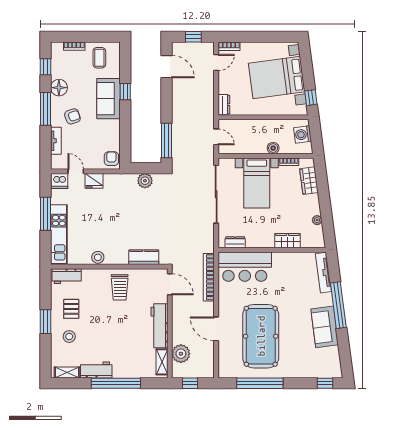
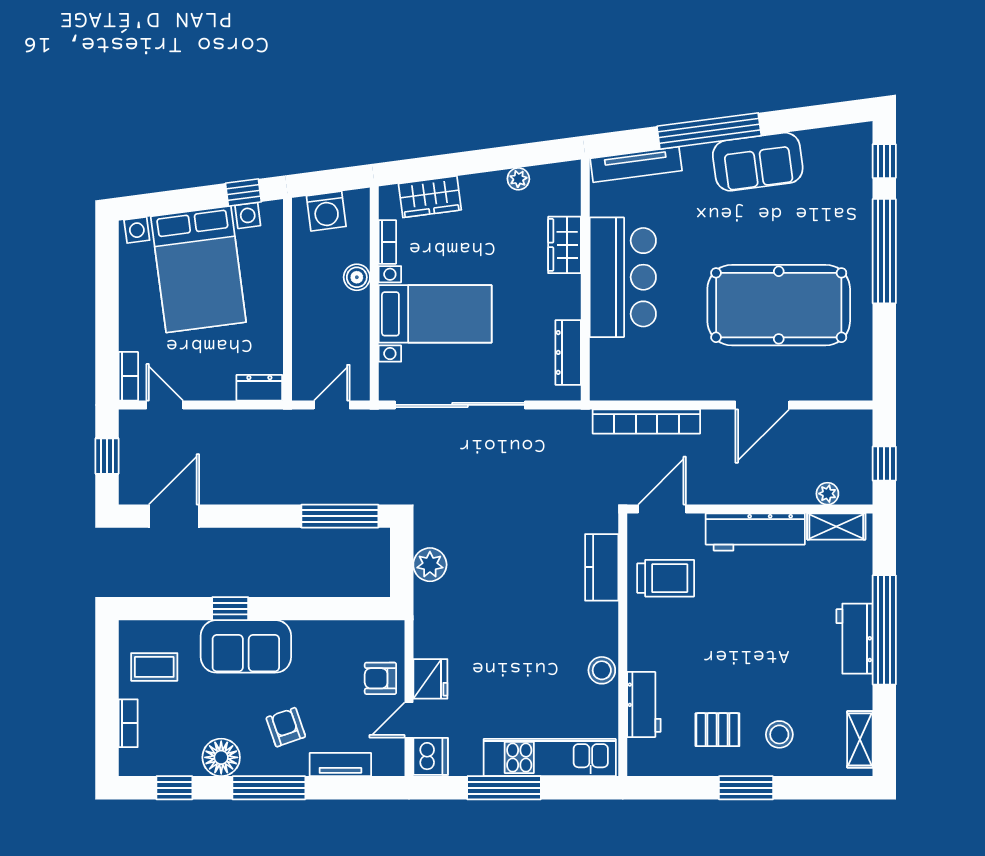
armchair: (111, 159) -> (380, 678), moved
dresser: (235, 242) -> (568, 352), width x1.44
bar counter: (245, 267) -> (623, 277), moved
workbench: (67, 276) -> (644, 705), moved
trolley: (120, 287) -> (666, 578), moved
plant: (181, 354) -> (827, 494), width x0.53, depth x0.53
workbench: (96, 370) -> (855, 639), moved
window: (260, 383) -> (884, 251), moved

